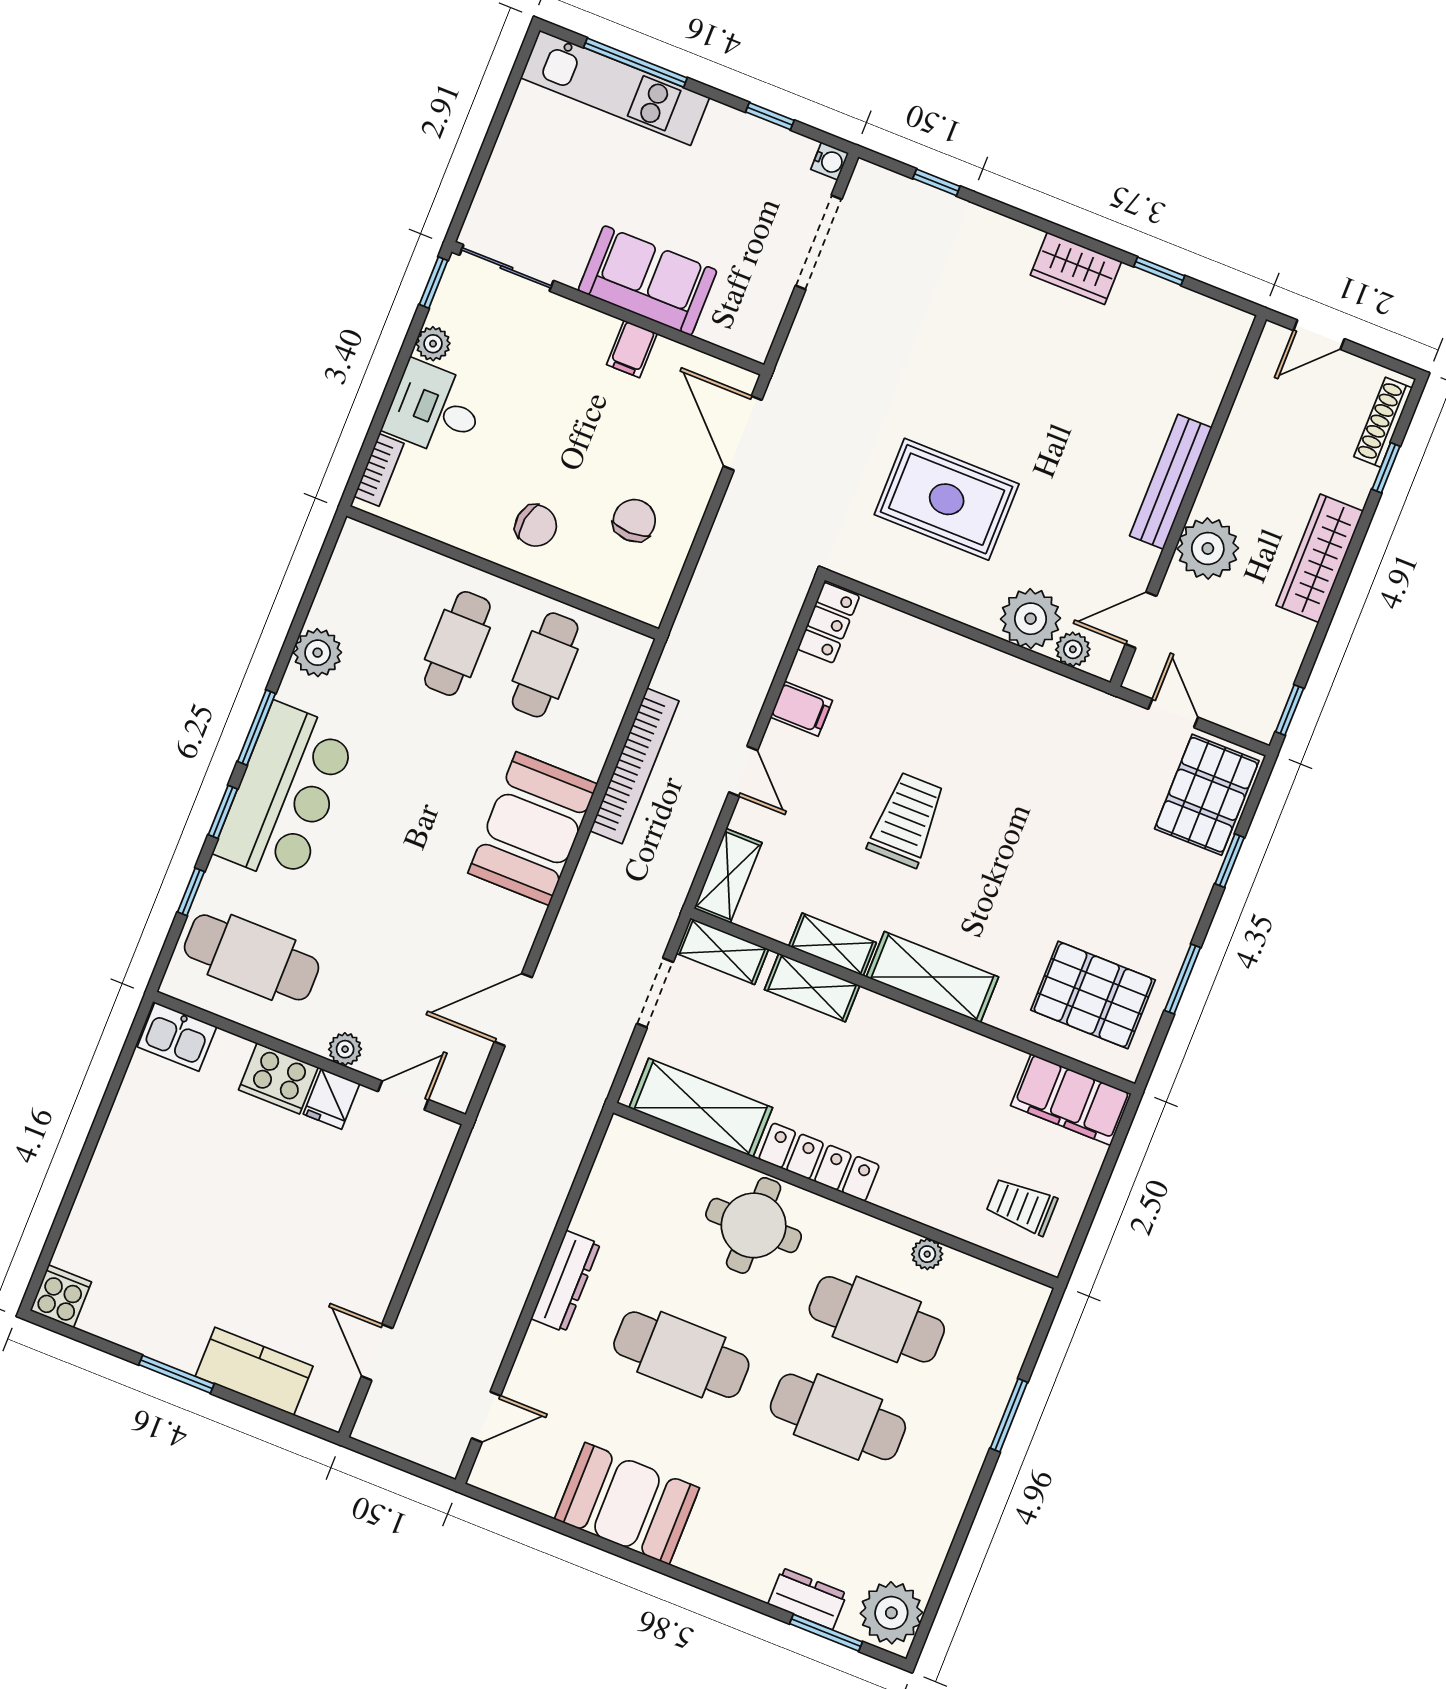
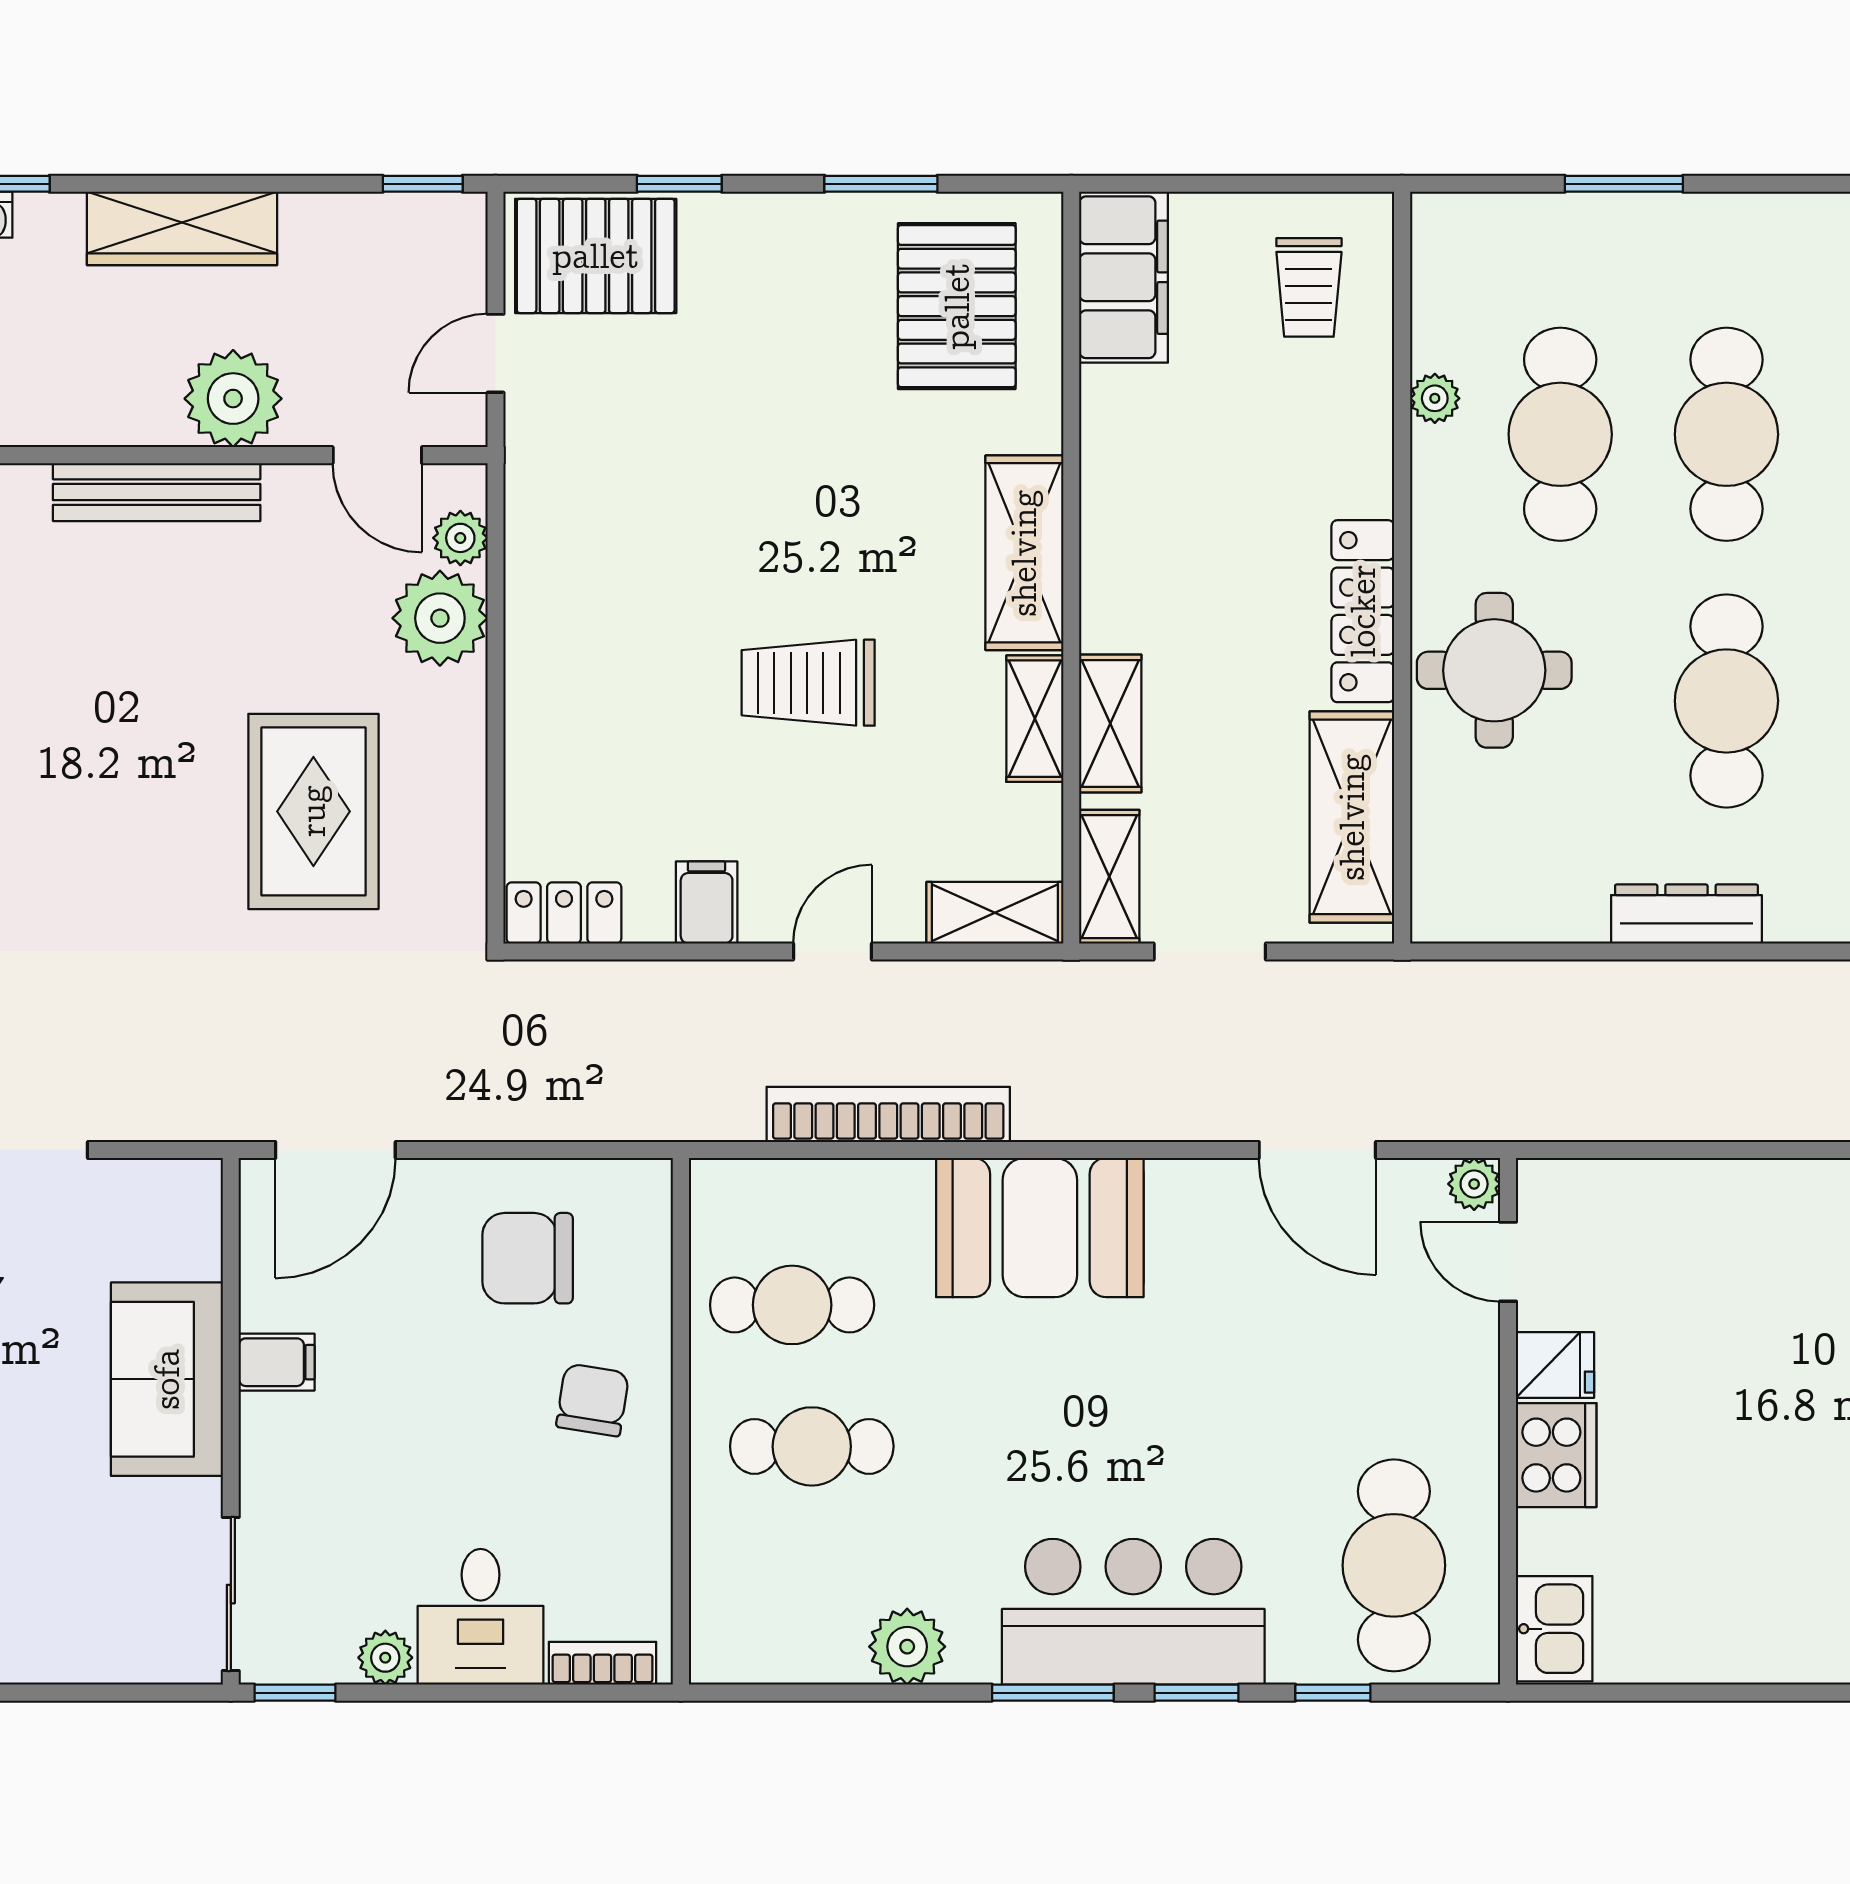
chair: (634, 521) -> (528, 1258), width x1.37, depth x1.37
plant: (345, 1049) -> (1474, 1184), moved

